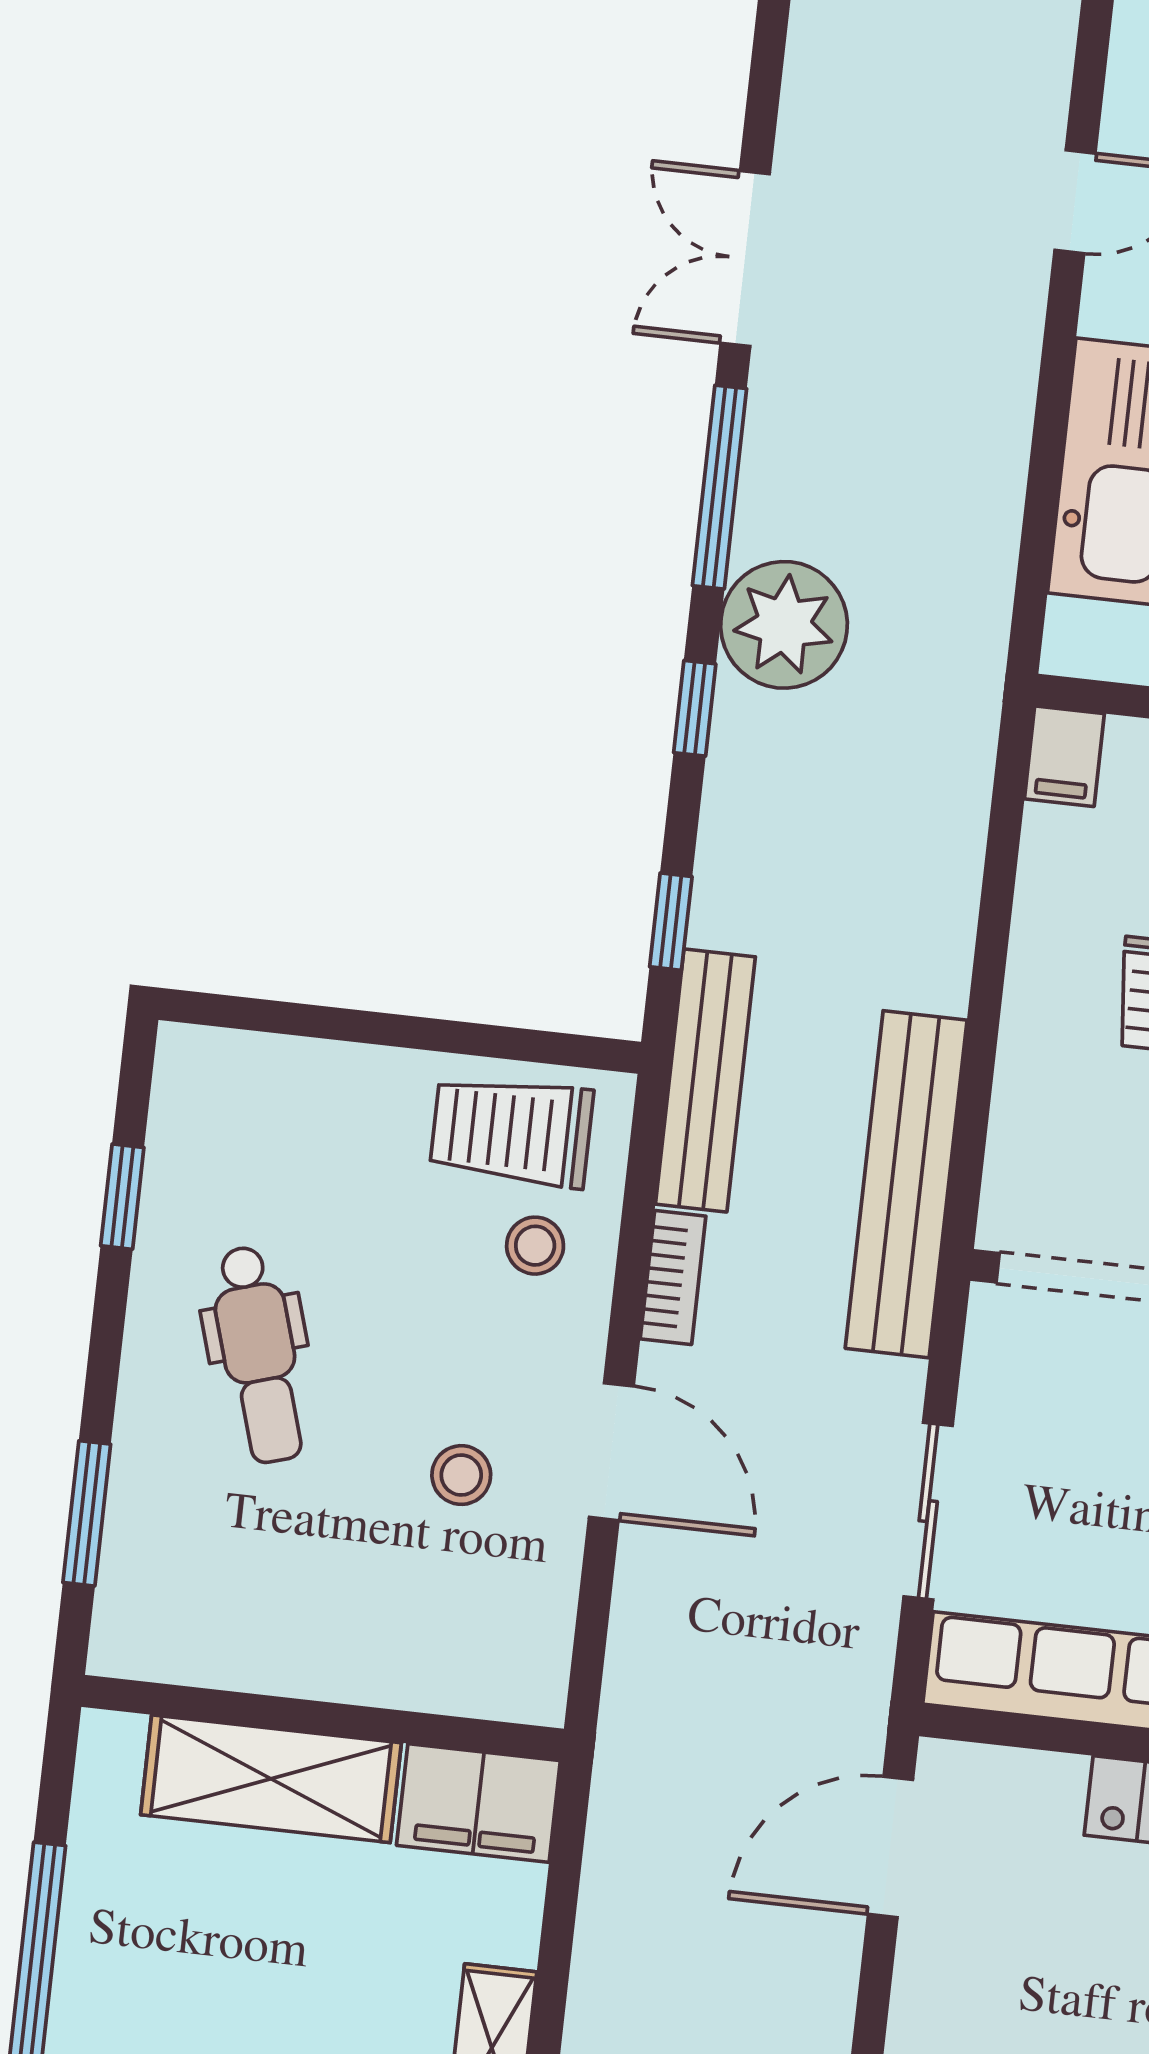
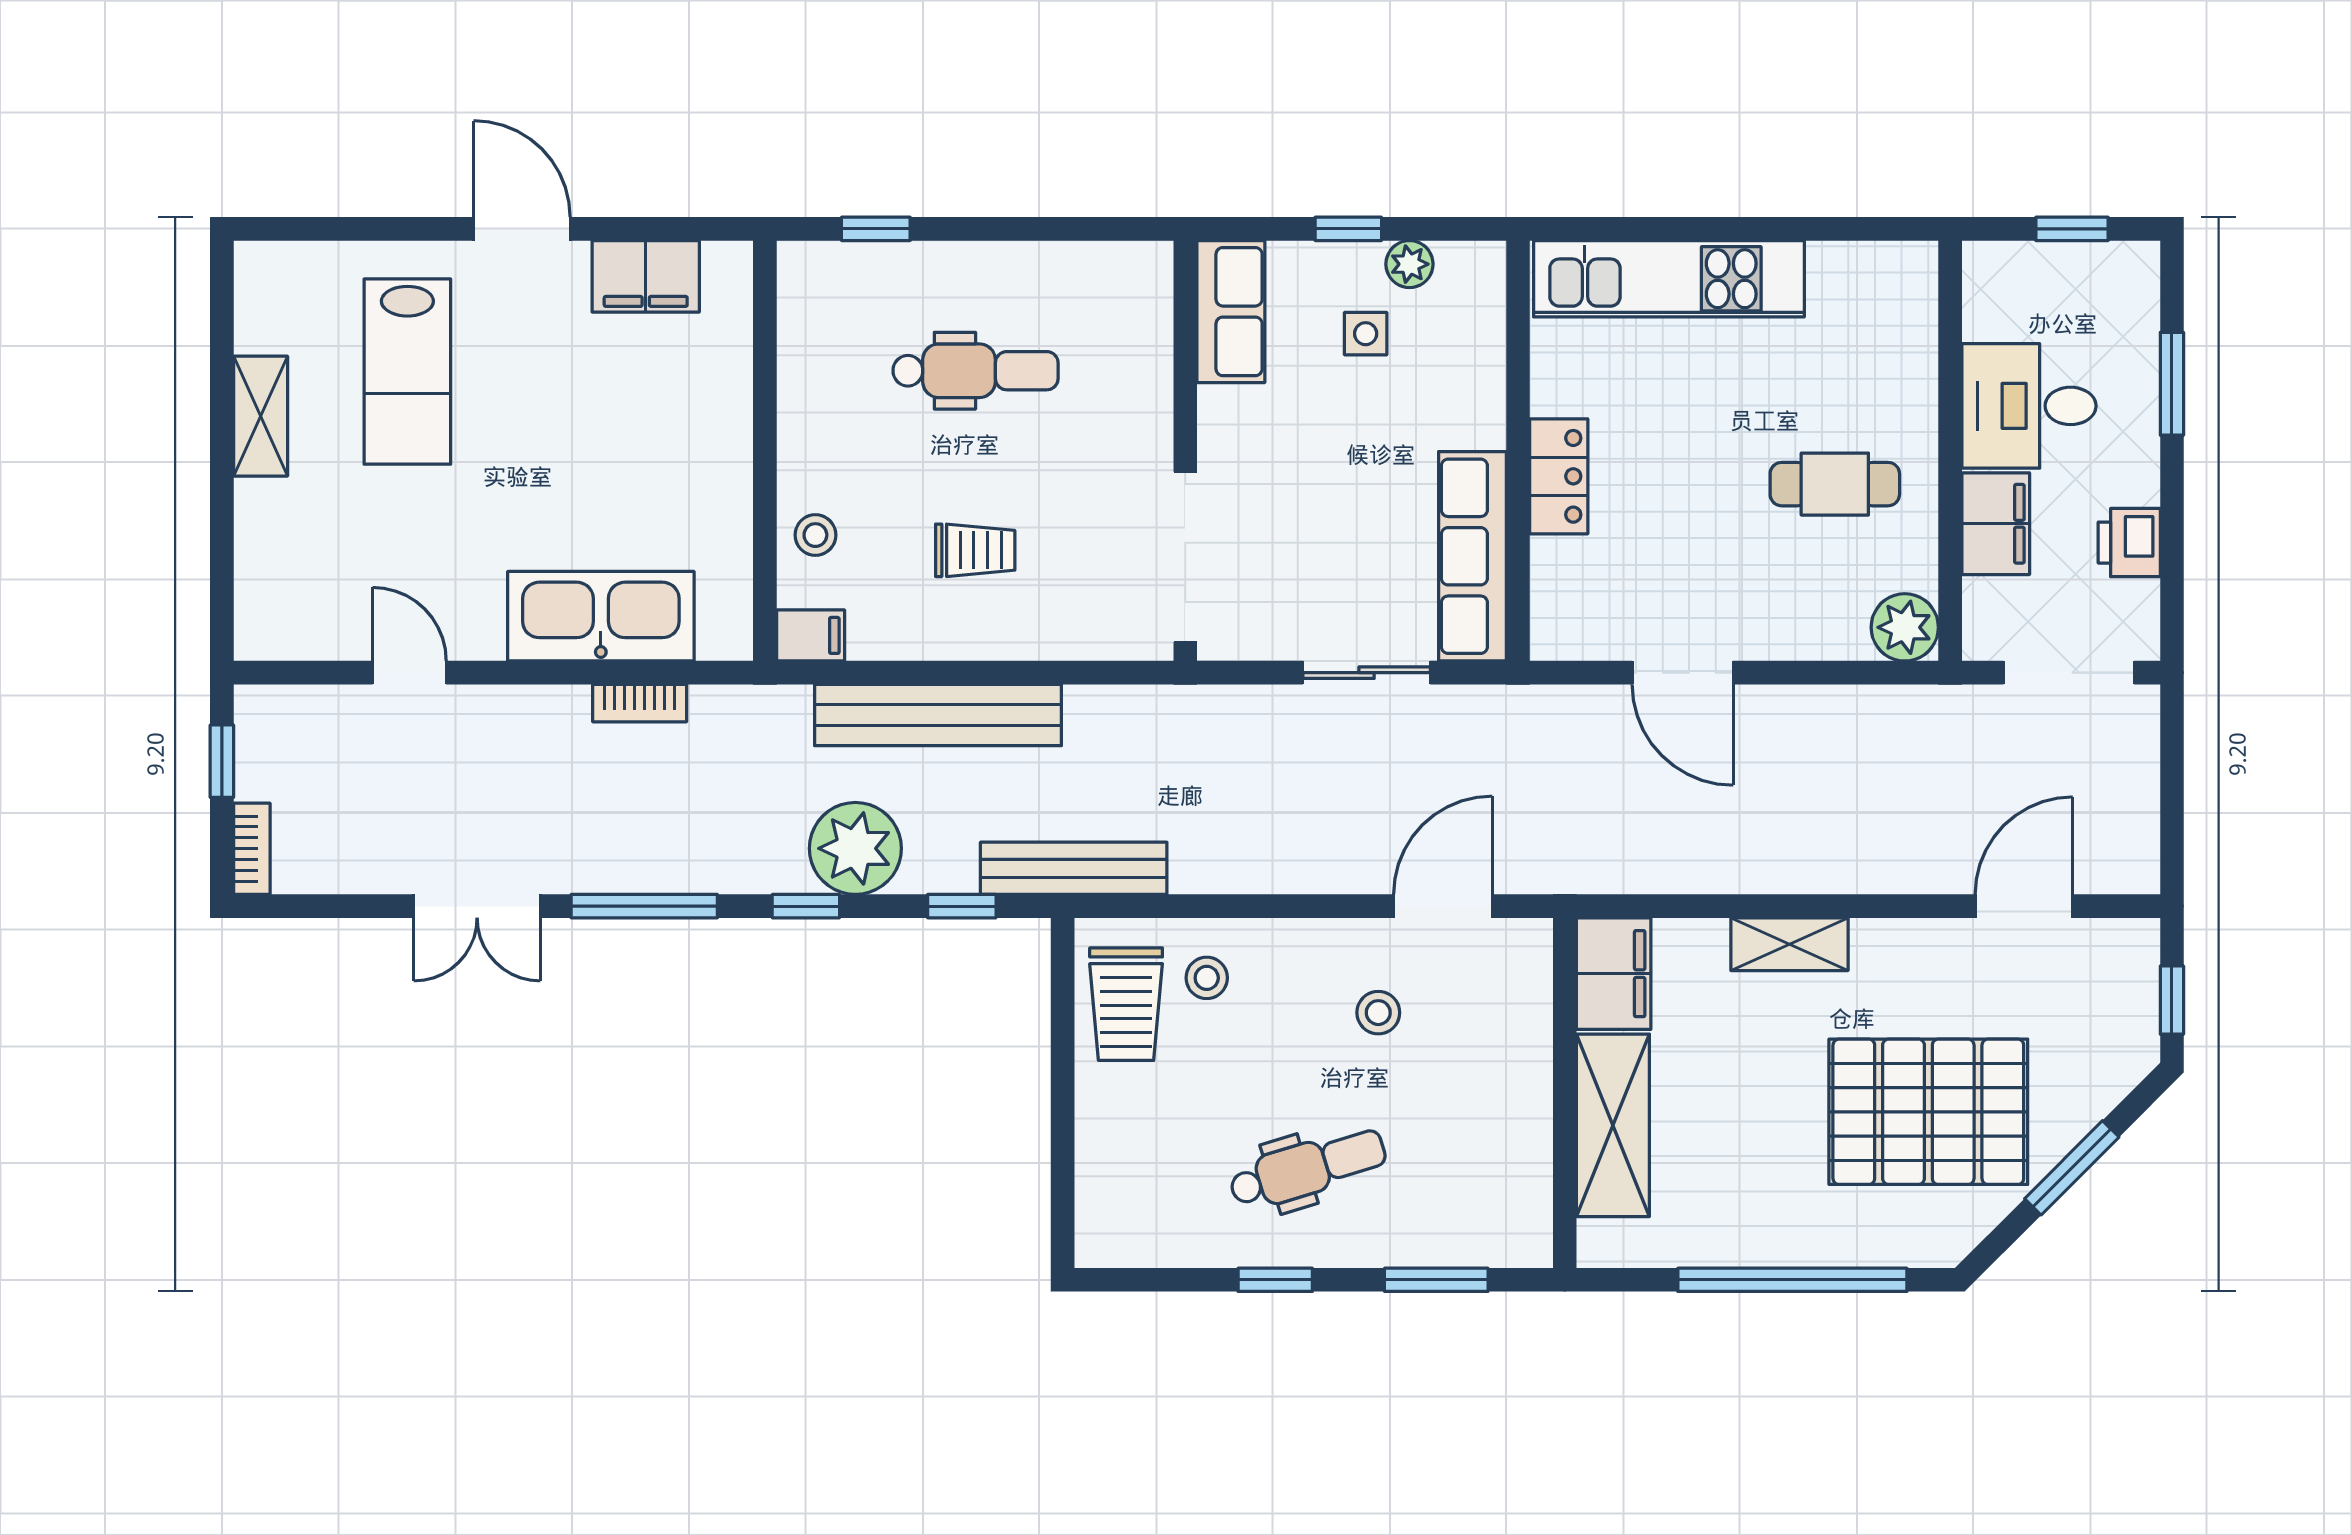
plant: (784, 625) -> (855, 848), moved
bench: (906, 1184) -> (938, 715), moved
window: (122, 1197) -> (1275, 1280), moved
bookcase: (673, 1278) -> (640, 703), moved, turned 180
door: (611, 1452) -> (1443, 906), moved
door: (891, 1847) -> (1683, 673), moved

